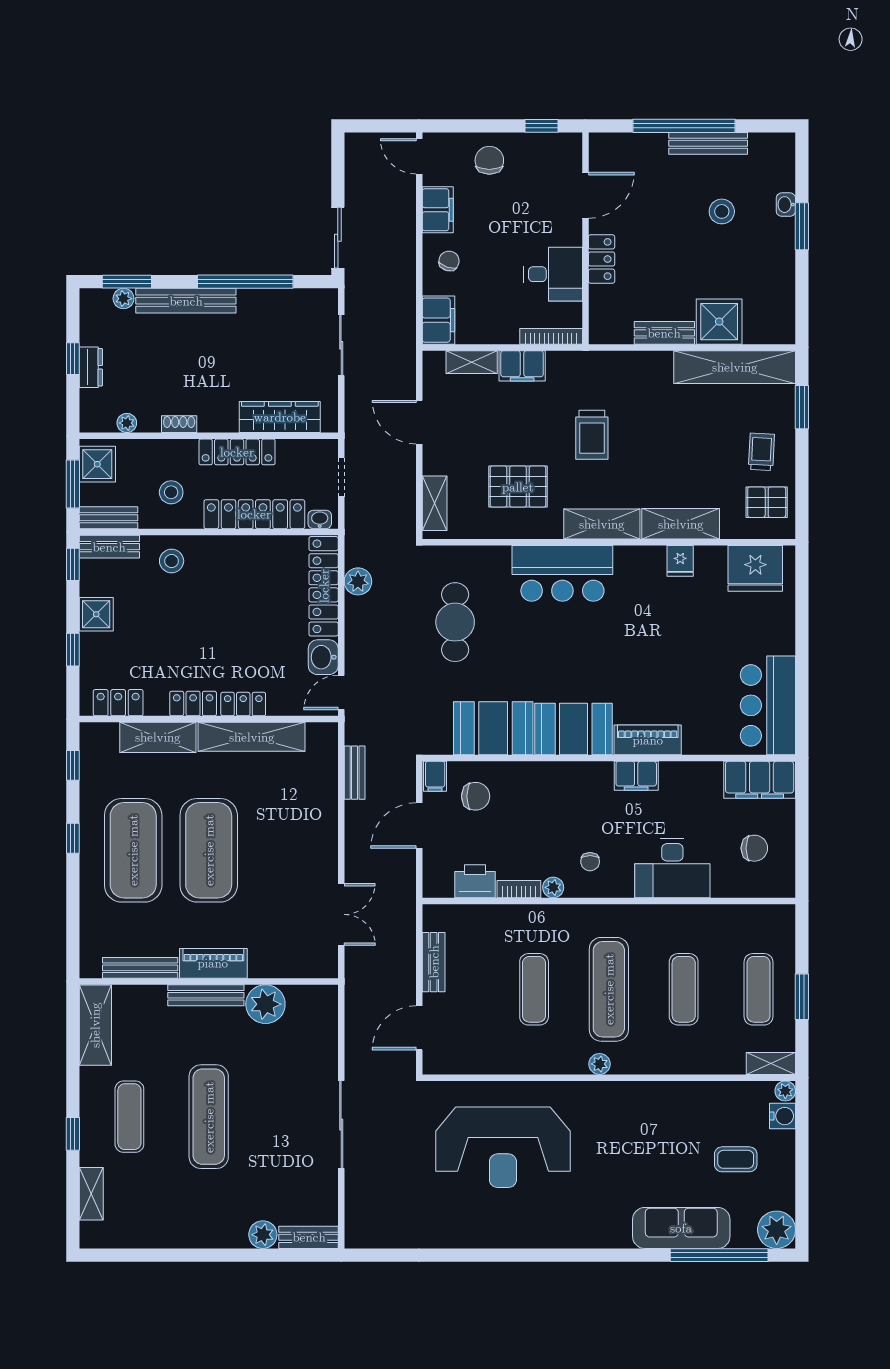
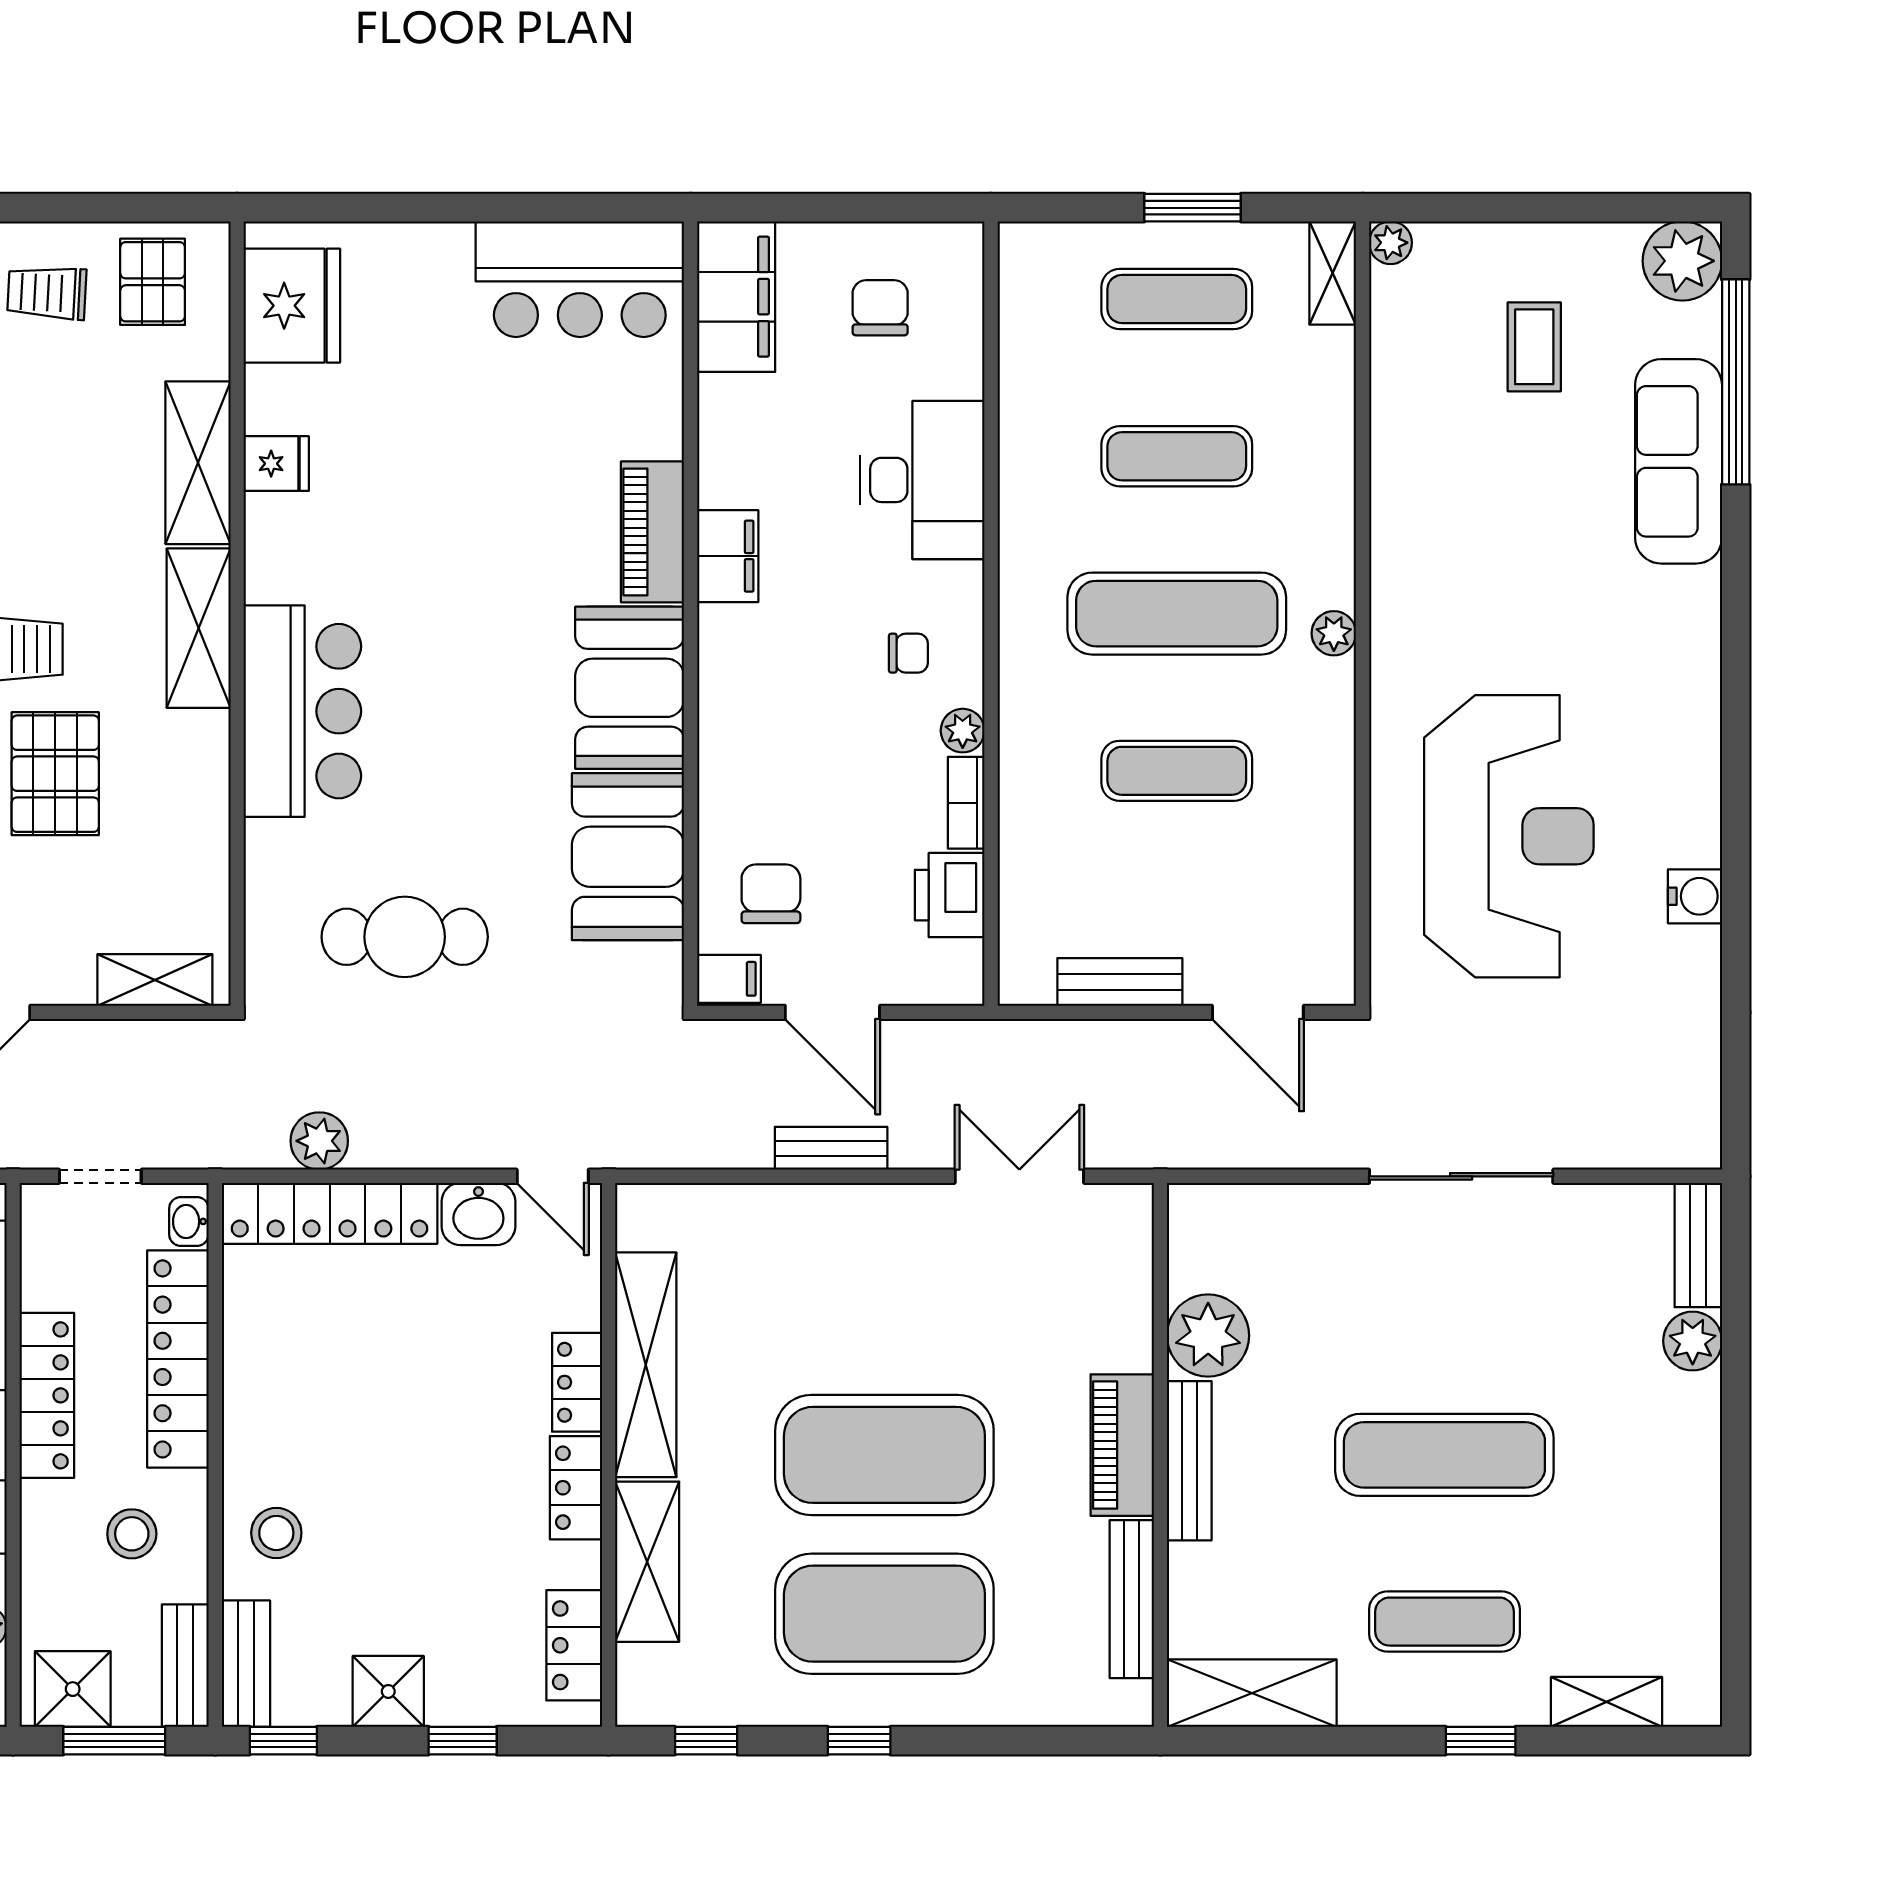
pallet: (518, 487) -> (55, 774), moved
bench: (355, 773) -> (831, 1148), moved
water cooler: (783, 1116) -> (1695, 896), moved, turned 90

